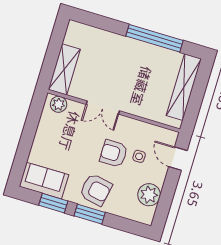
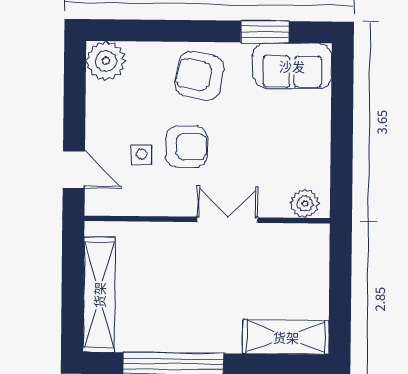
shelving: (64, 69) -> (286, 337), moved, turned 90
plant: (149, 195) -> (106, 61), moved
window: (90, 214) -> (198, 31), removed

